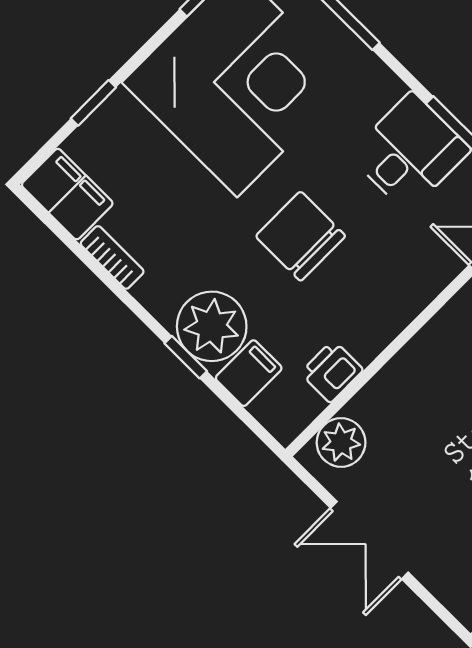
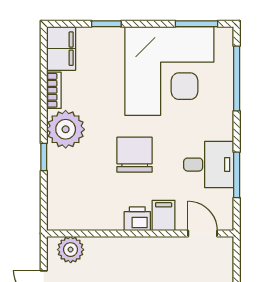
plant: (212, 326) -> (66, 129), moved
printer: (332, 371) -> (137, 219), moved
filing cabinet: (249, 373) -> (164, 215), moved, turned -90

